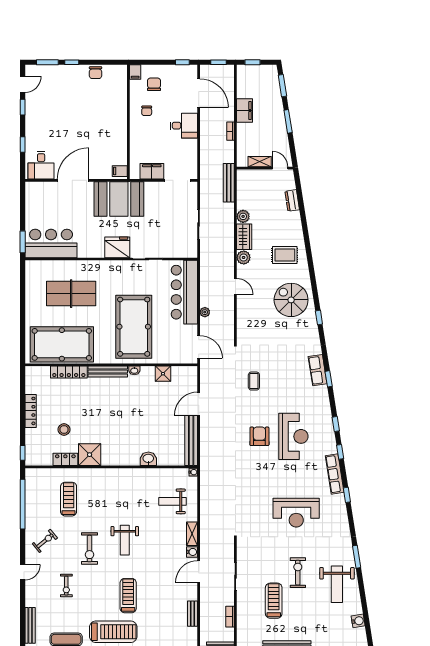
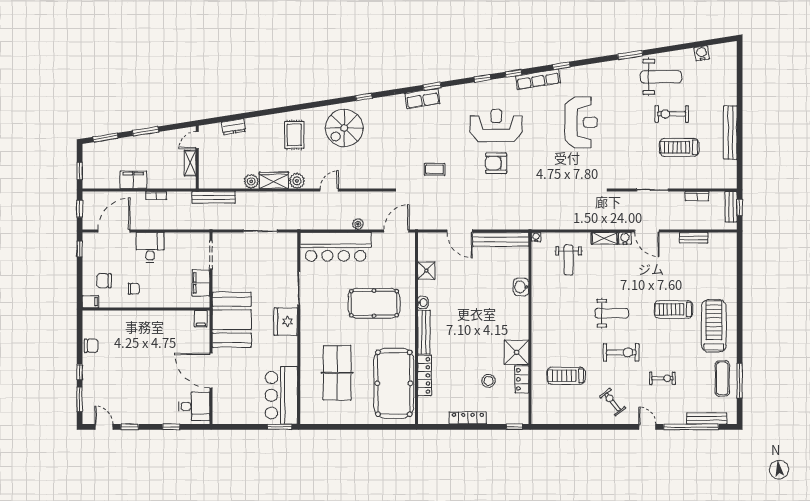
pool table: (134, 327) -> (374, 303), width x0.73, depth x0.76
window: (23, 504) -> (691, 427), moved
exercise bike: (298, 573) -> (672, 114), moved

